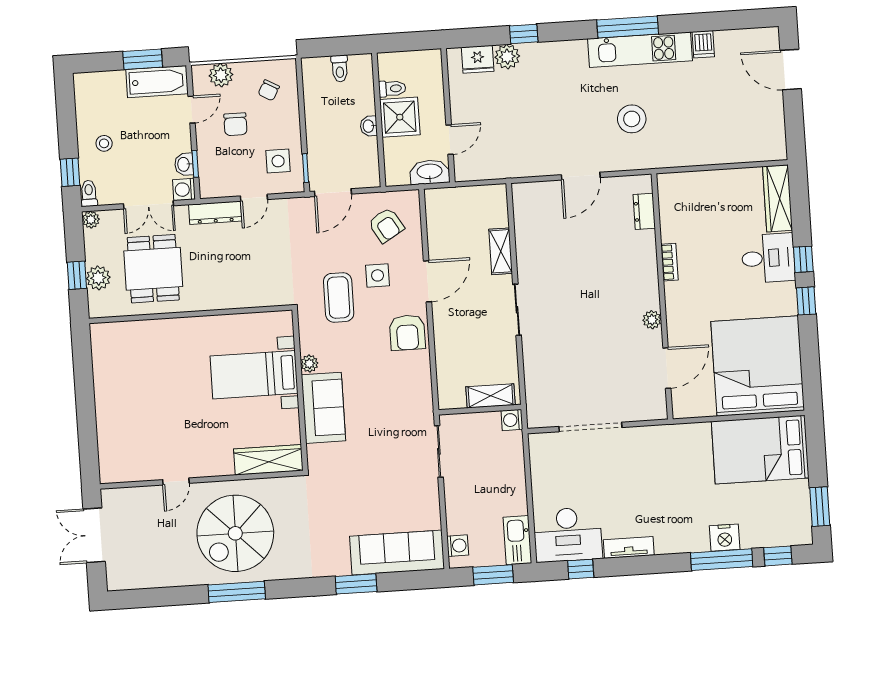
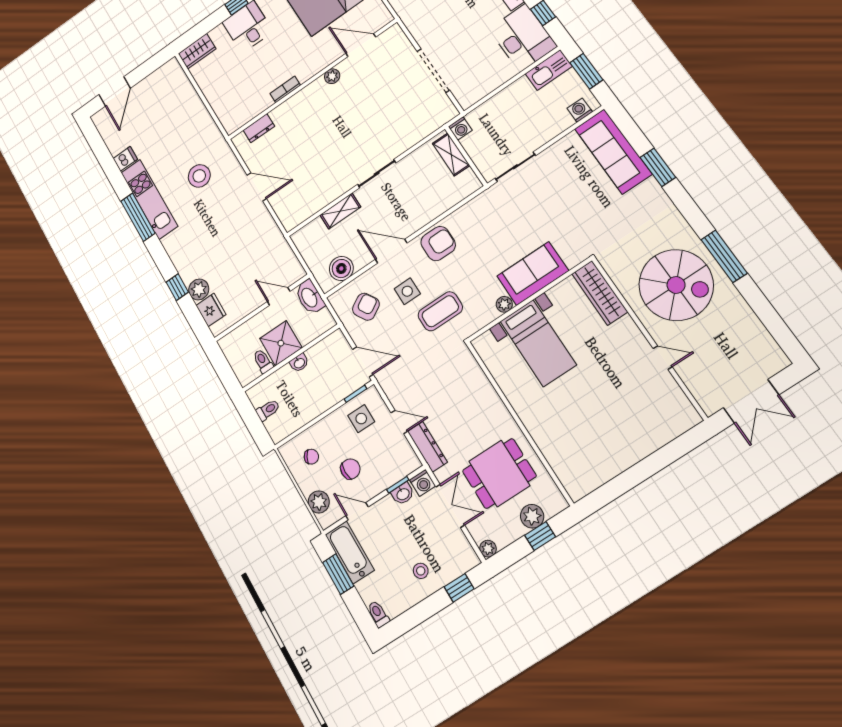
toilet: (89, 193) -> (378, 614), moved, turned 90
wardrobe: (778, 198) -> (197, 51), width x0.67
boiler: (440, 221) -> (341, 269), added

